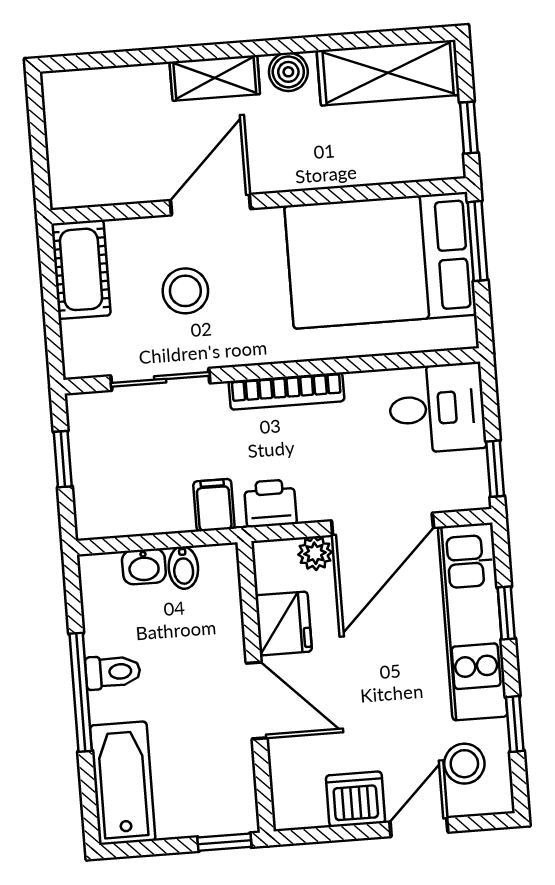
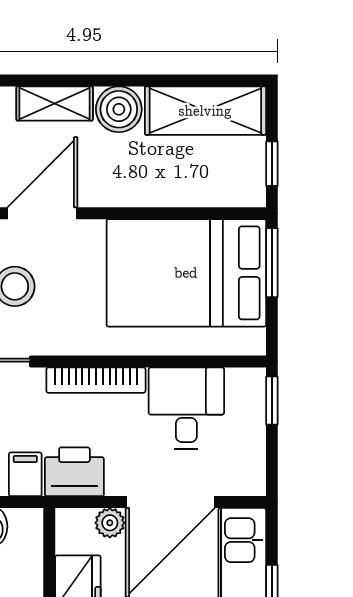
boiler: (288, 72) -> (119, 109), width x1.36, depth x1.36
desk: (437, 408) -> (186, 408), moved, turned -90
window: (495, 469) -> (272, 401), moved
printer: (270, 503) -> (74, 472), width x1.36, depth x1.24

